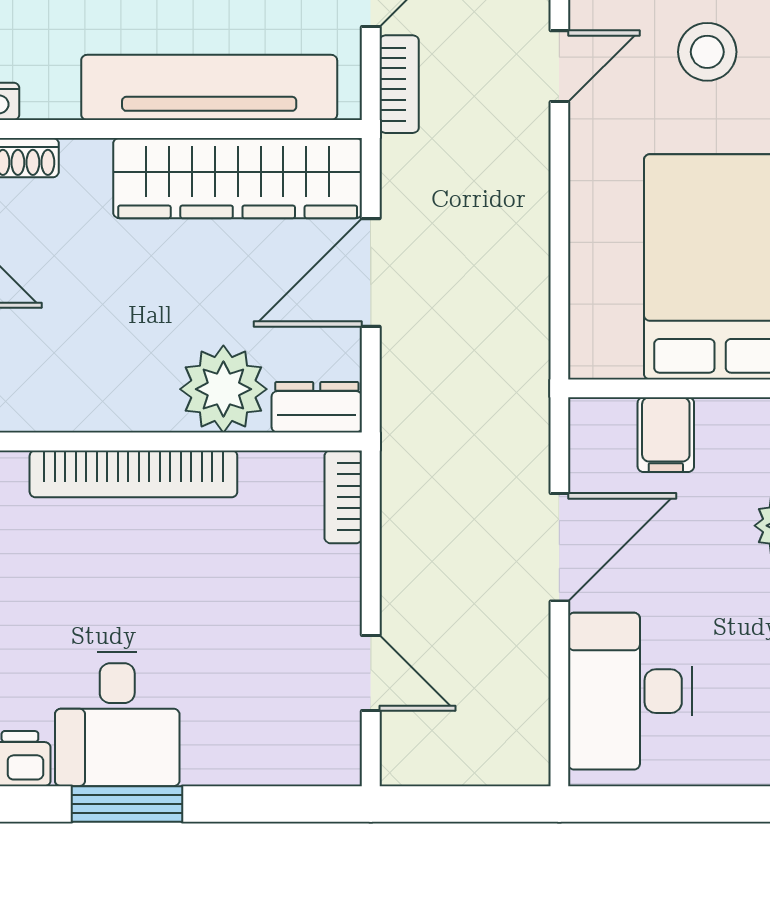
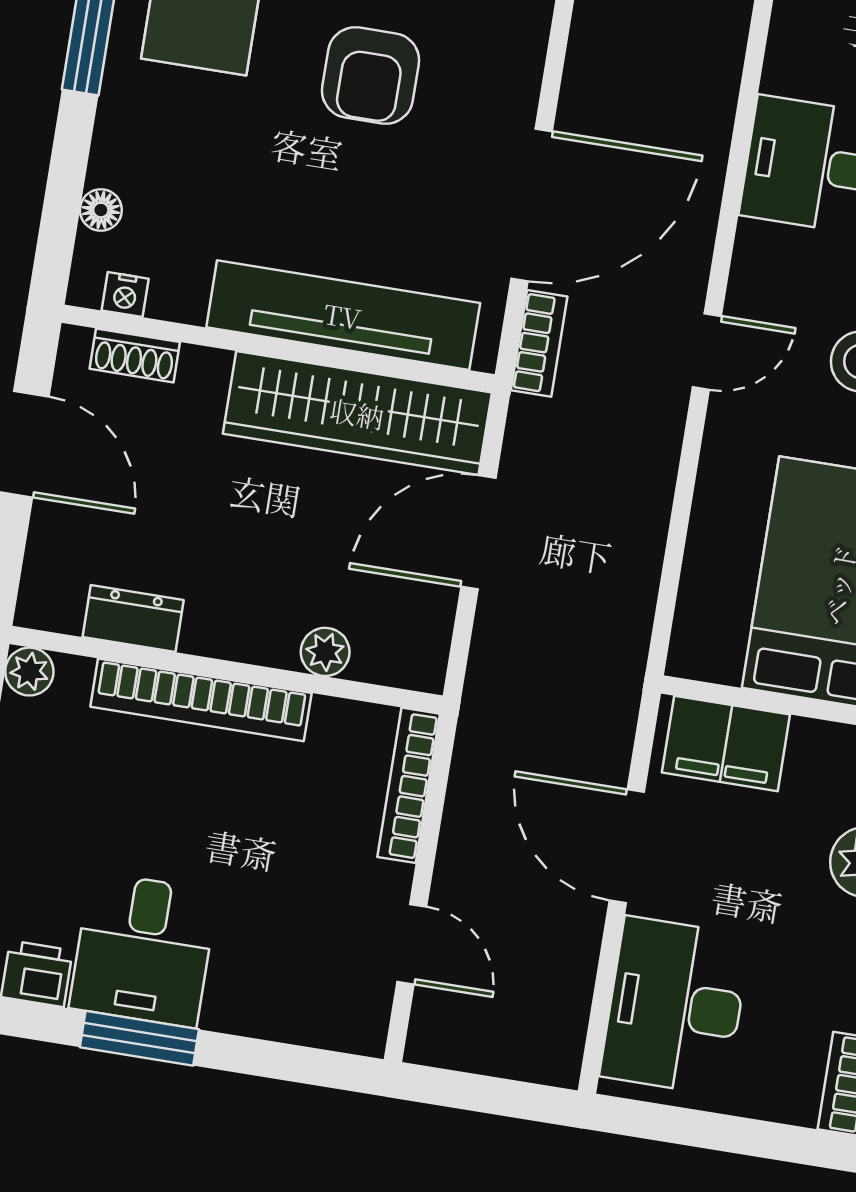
plant: (223, 389) -> (325, 652), width x0.53, depth x0.53
dresser: (317, 407) -> (133, 619), moved
filing cabinet: (666, 435) -> (726, 744), width x2.00
bookcase: (343, 497) -> (409, 785), width x1.56
door: (559, 547) -> (627, 846), swing flipped

